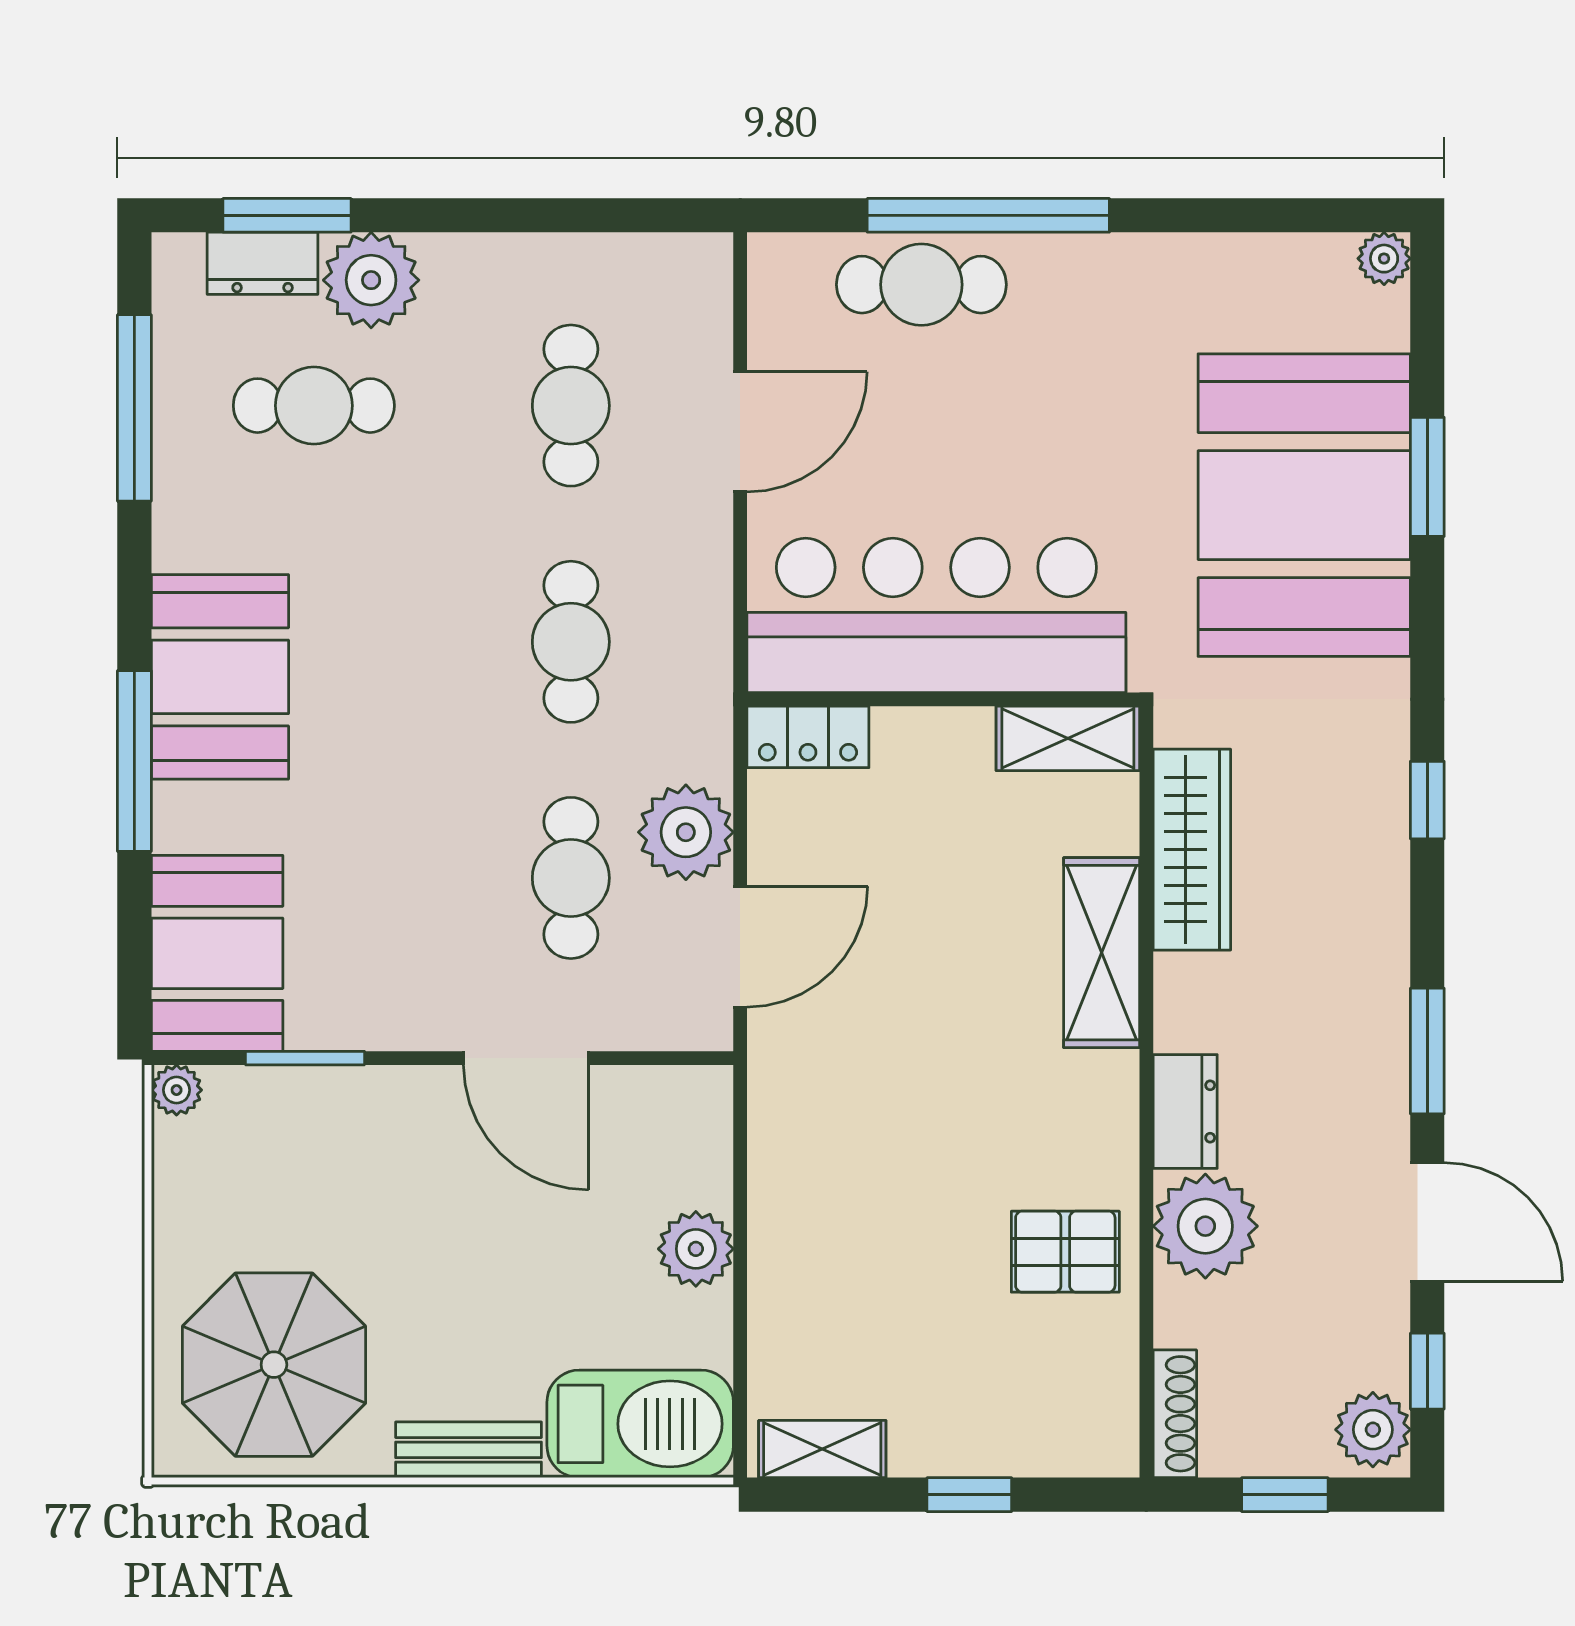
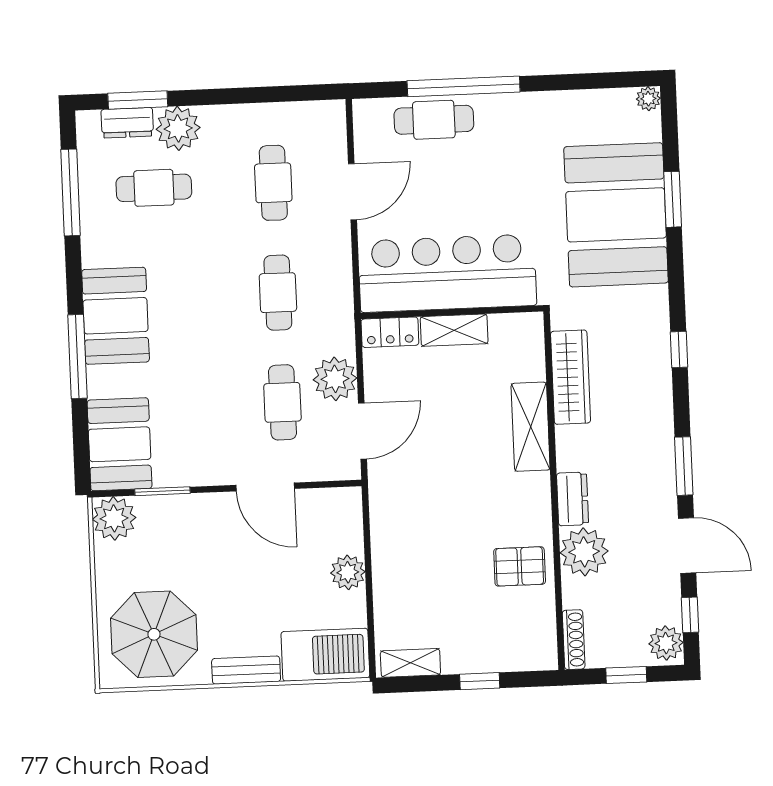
shelving: (1068, 738) -> (454, 330), moved
plant: (177, 1090) -> (114, 518), width x1.87, depth x1.87

